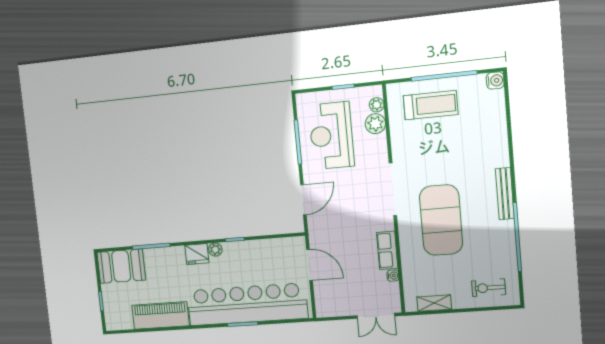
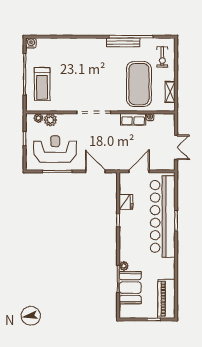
treadmill: (431, 105) -> (42, 84), turned 180
reception desk: (331, 136) -> (55, 149), turned 180
bench: (505, 194) -> (123, 42), moved
exercise mat: (441, 220) -> (139, 84), moved, turned 90
plant: (215, 250) -> (124, 266), moved
fridge: (197, 254) -> (126, 202), moved
booth: (121, 266) -> (130, 288), moved
piano: (160, 315) -> (166, 299), moved
double door: (376, 316) -> (176, 147), moved

